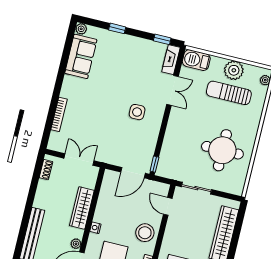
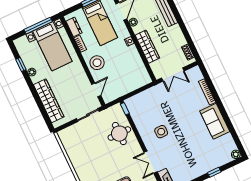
sofa: (81, 56) -> (215, 121), moved
round table: (222, 150) -> (119, 134), moved, width x0.73, depth x0.73
door: (133, 173) -> (134, 93), removed
door: (168, 206) -> (96, 90), hinge flipped

